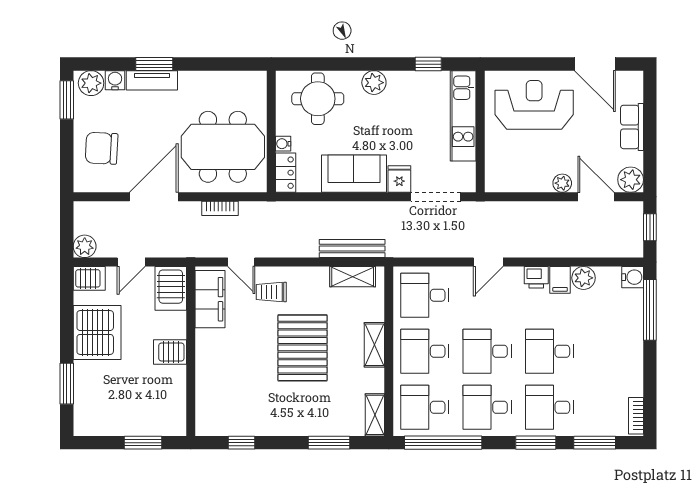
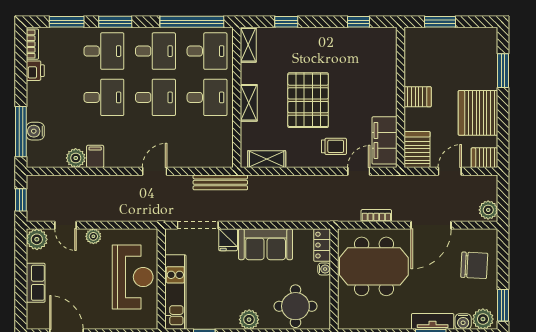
reception desk: (534, 105) -> (133, 277), moved, turned -90
door: (596, 197) -> (65, 225), width x0.73
plant: (85, 246) -> (488, 210), moved
bench: (352, 248) -> (220, 182), moved
door: (241, 262) -> (359, 171), hinge flipped
printer: (536, 277) -> (35, 71), moved, turned 90
water cooler: (633, 277) -> (35, 131), moved
desk: (425, 295) -> (207, 144), removed
window: (329, 443) -> (286, 22), width x0.67

